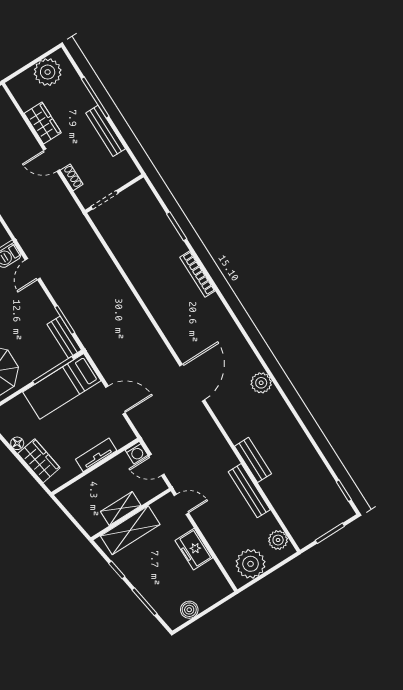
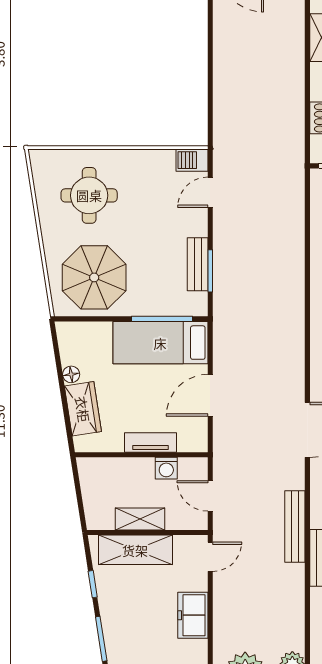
door: (52, 160) -> (307, 85), removed
bench: (64, 337) -> (198, 264), moved
door: (115, 400) -> (210, 395), swing flipped
washing machine: (137, 453) -> (166, 468), moved
bench: (249, 491) -> (295, 526), moved
door: (181, 504) -> (210, 557), hinge flipped

